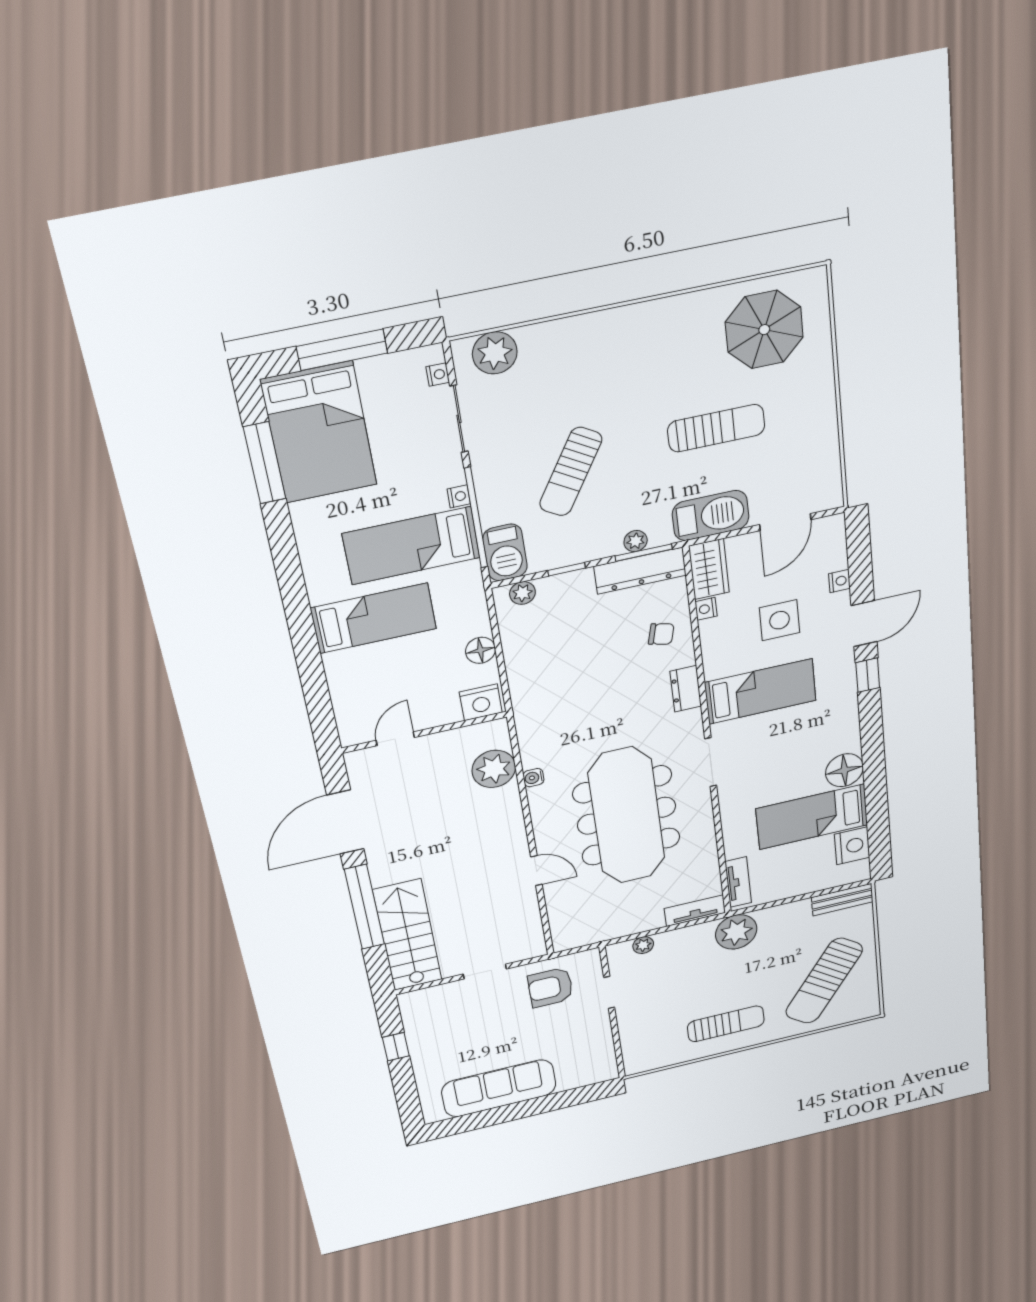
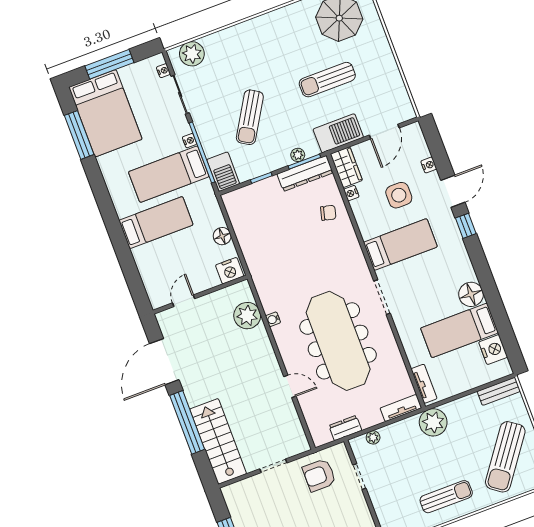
sun lounger: (716, 428) -> (327, 80), turned 180
plant: (522, 593) -> (239, 196), removed
dresser: (686, 689) -> (345, 428), moved, turned 90

